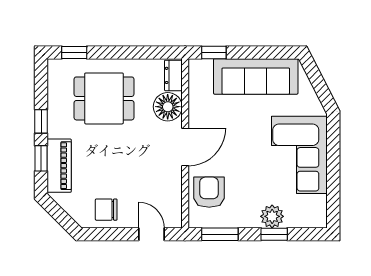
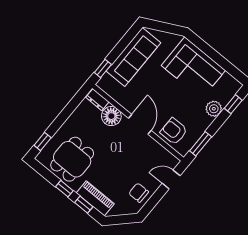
dining table: (104, 98) -> (72, 159), moved
chair: (106, 210) -> (139, 193), turned 90
window: (274, 234) -> (233, 104), moved

